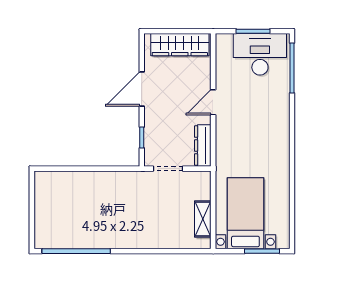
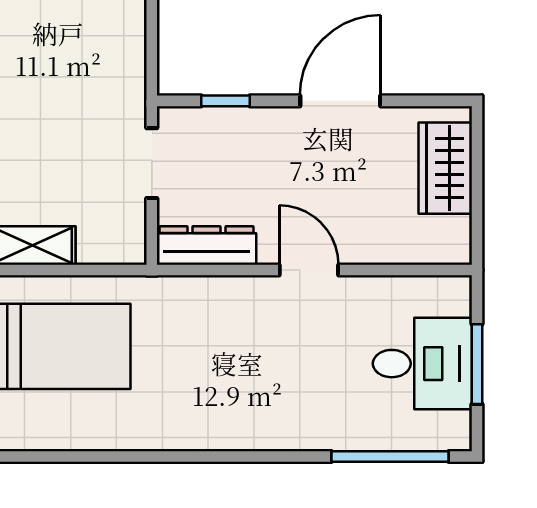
wardrobe: (180, 45) -> (445, 168), width x0.67
desk: (260, 54) -> (422, 364), width x0.73
door: (142, 89) -> (340, 101), hinge flipped

